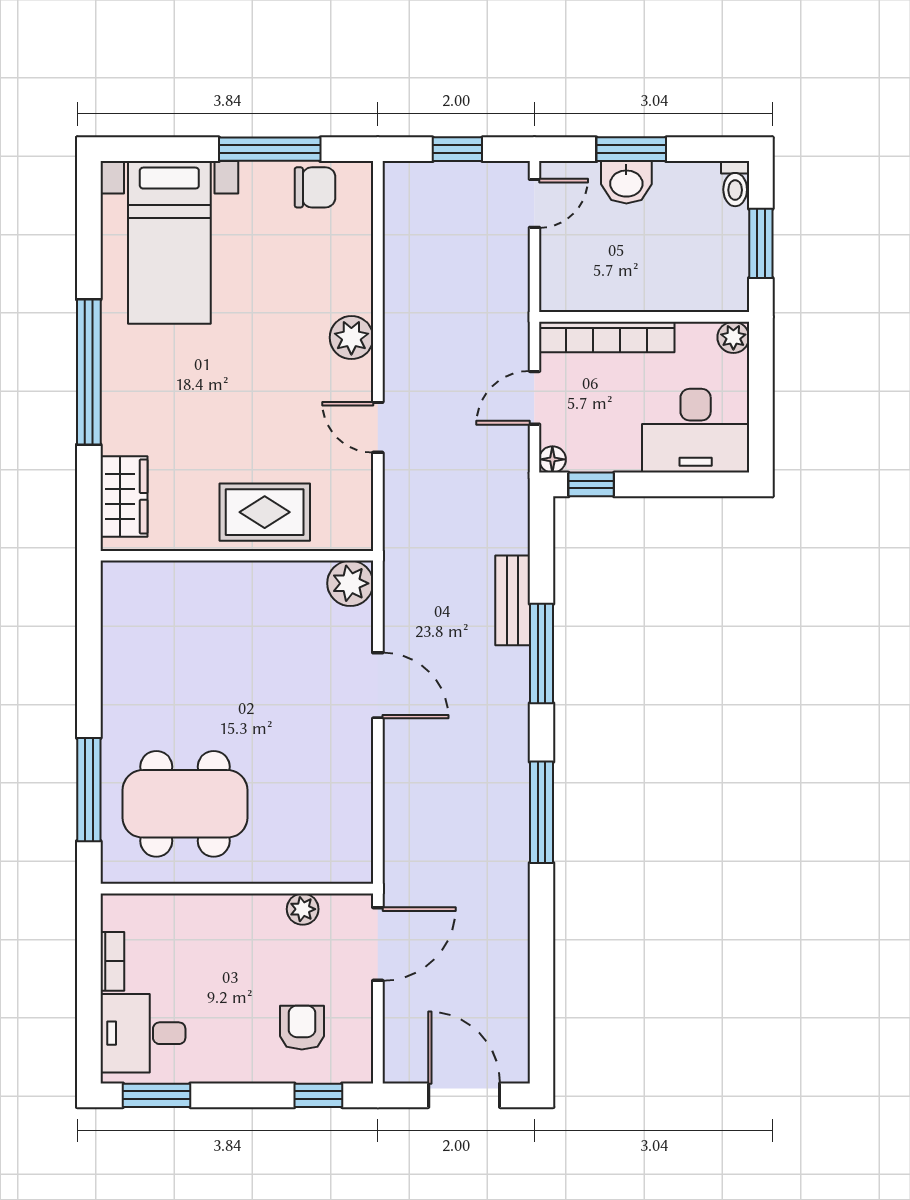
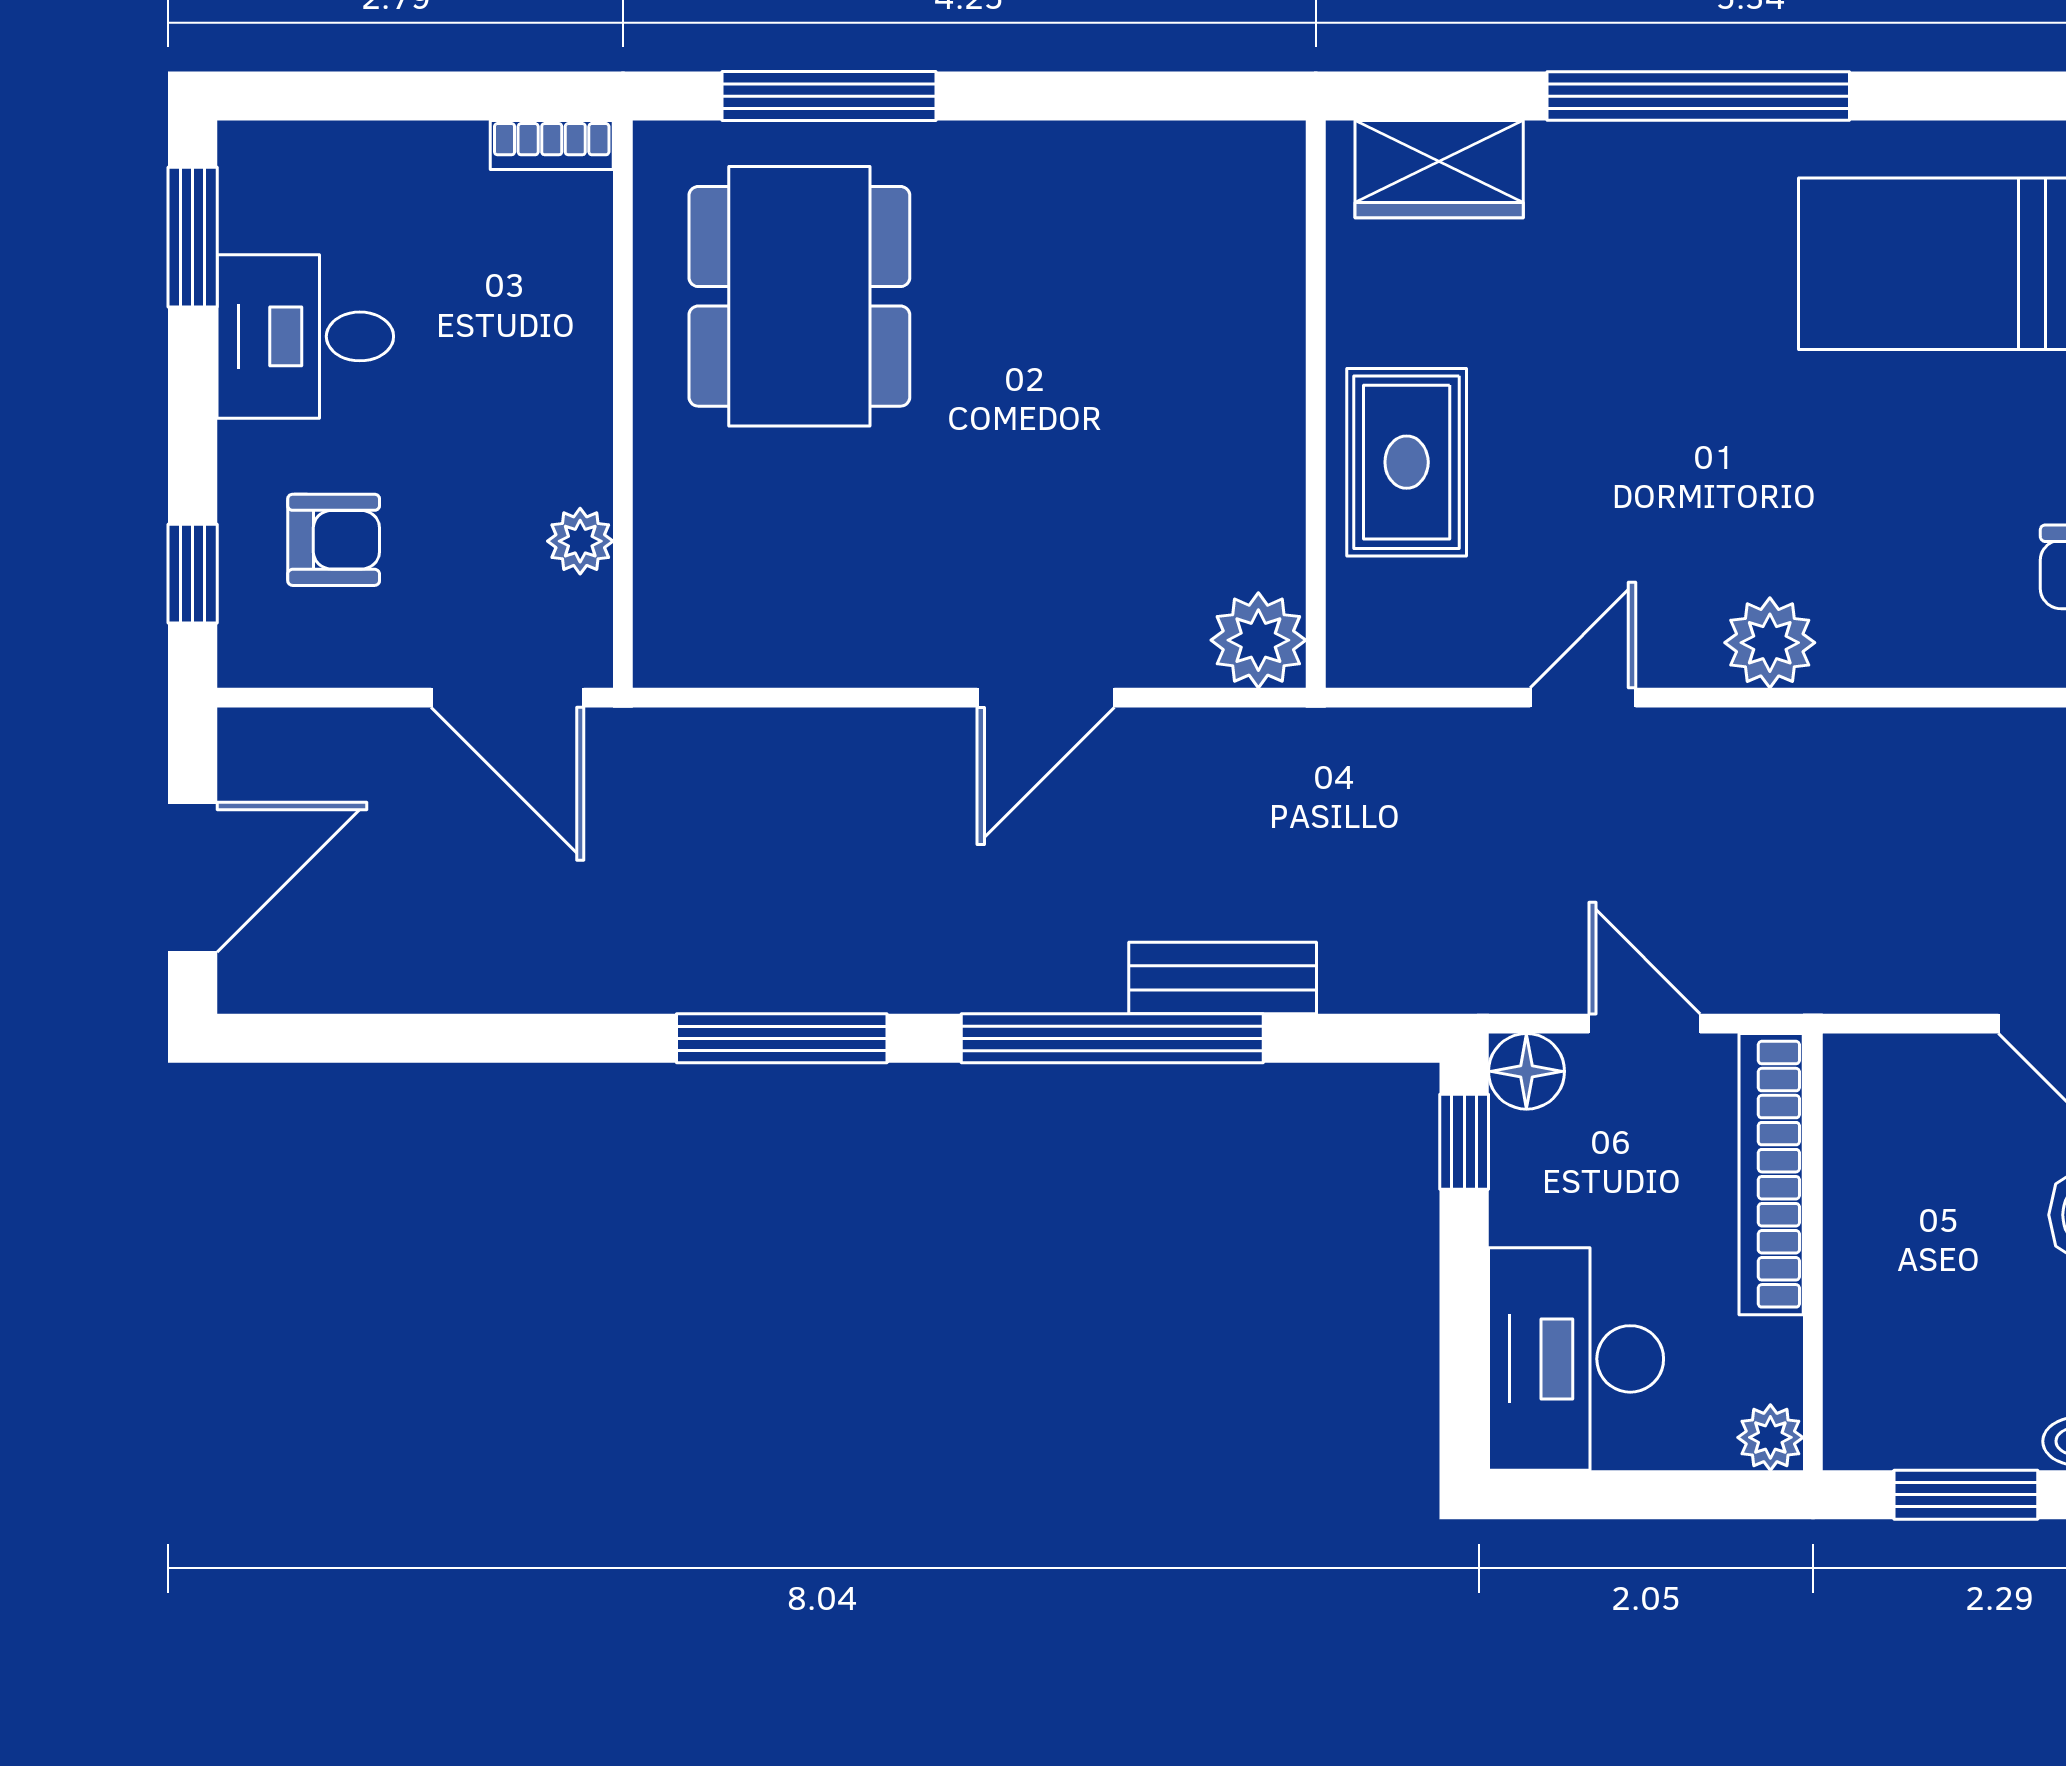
floor lamp: (552, 459) -> (1526, 1071), width x1.37, depth x1.37
window: (541, 653) -> (1112, 1038), width x1.46
bookcase: (112, 961) -> (552, 145), moved
desk: (143, 1033) -> (305, 336), moved, turned -90

